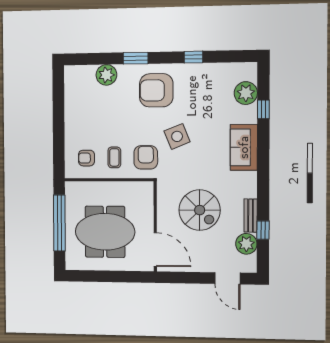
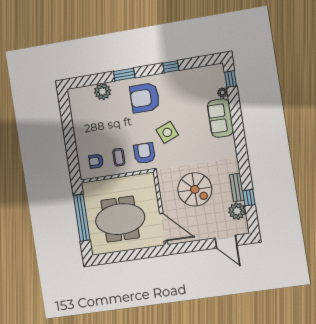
plant: (246, 93) -> (223, 93), width x0.53, depth x0.53
window: (263, 109) -> (231, 79), moved
sofa: (244, 147) -> (220, 118), moved

